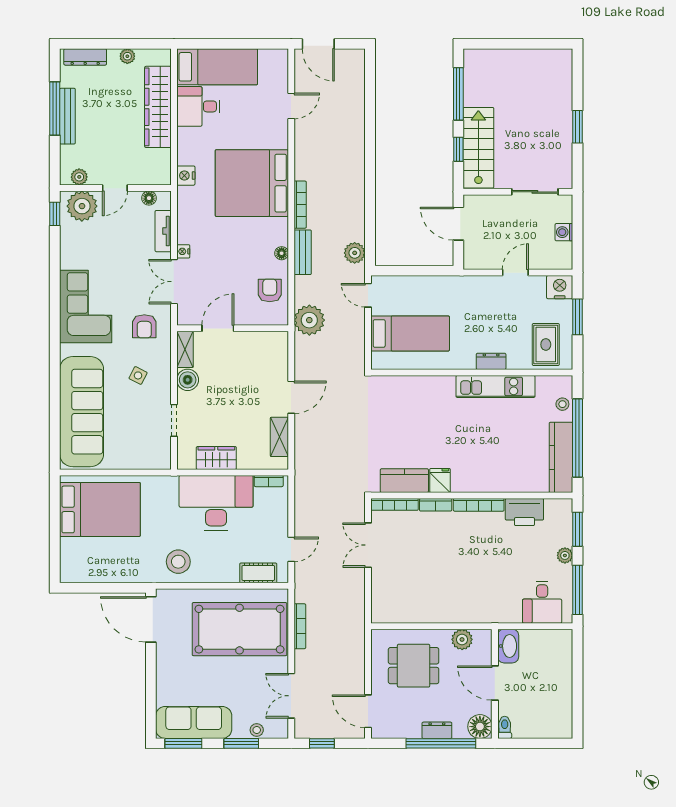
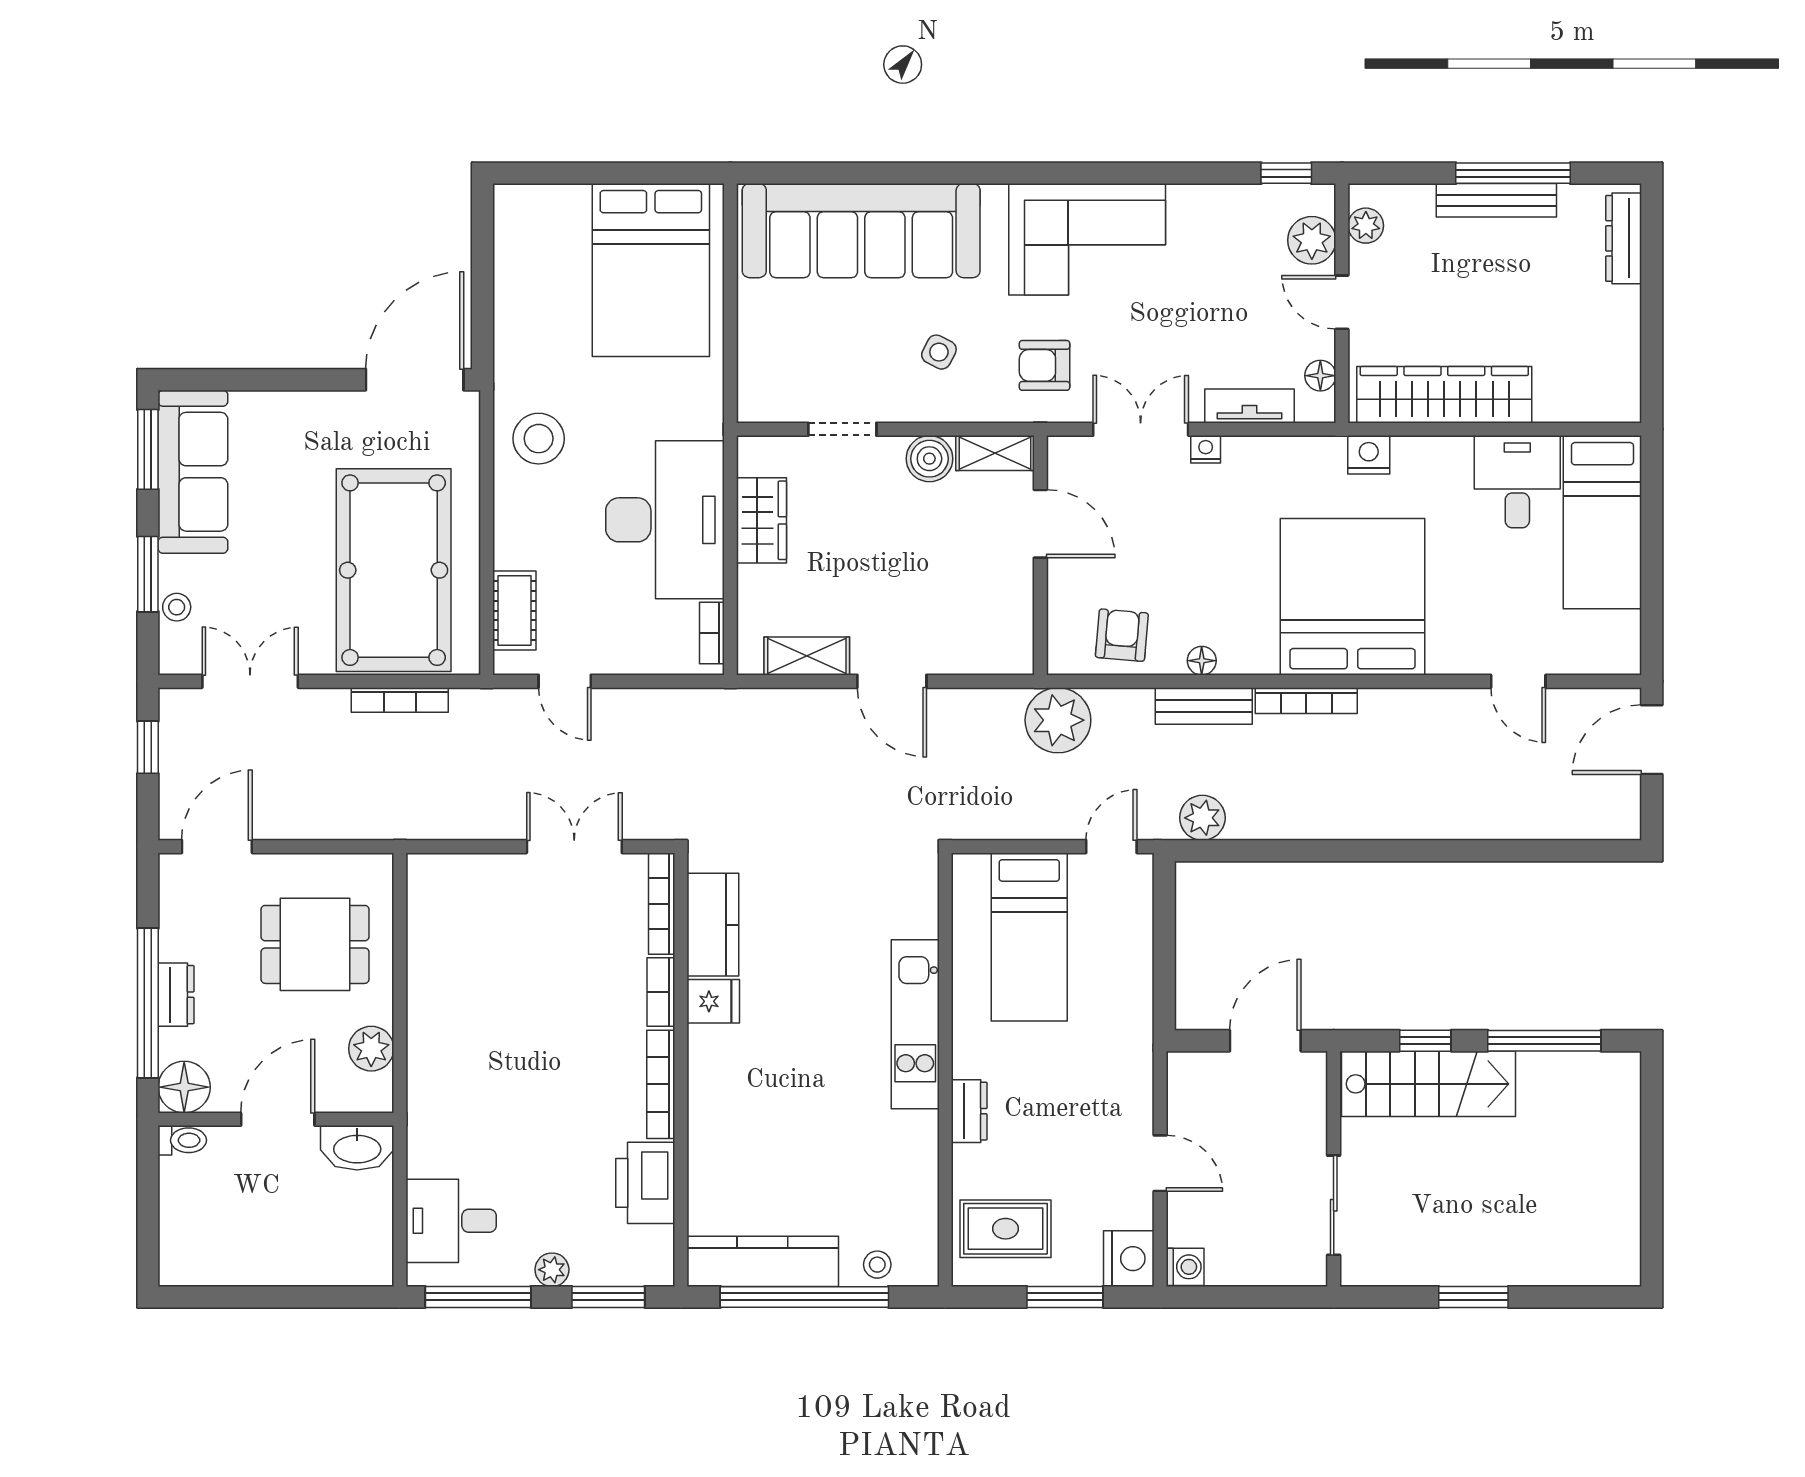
plant: (127, 56) -> (1625, 329), removed
wardrobe: (158, 107) -> (1444, 395), moved
plant: (82, 206) -> (1312, 240), width x0.73, depth x0.73
washing machine: (564, 232) -> (1185, 1267), moved, turned 90
armchair: (270, 290) -> (1122, 635), turned -85
kitchen unit: (496, 386) -> (915, 1024), moved
dining table: (414, 666) -> (315, 944), turned 90

